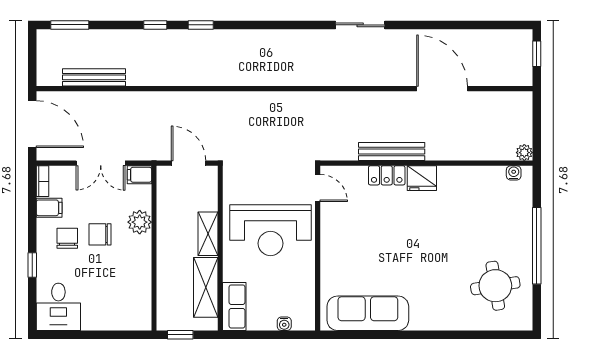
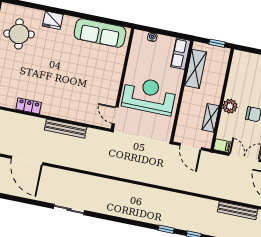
locker: (387, 175) -> (29, 106), moved
fridge: (422, 178) -> (53, 20), moved, turned 180
plant: (140, 222) -> (230, 106), moved
shelving: (208, 234) -> (211, 118), moved

